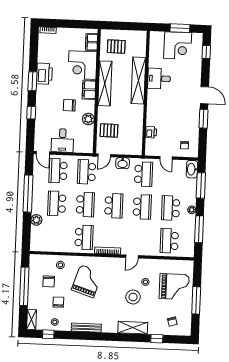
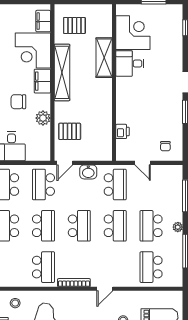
corner desk: (178, 46) -> (133, 33), moved, turned -90
shelving: (138, 80) -> (104, 58), width x0.68
washbasin: (192, 169) -> (176, 176), removed

